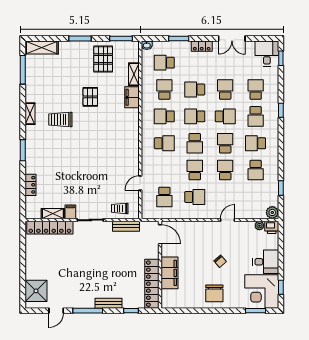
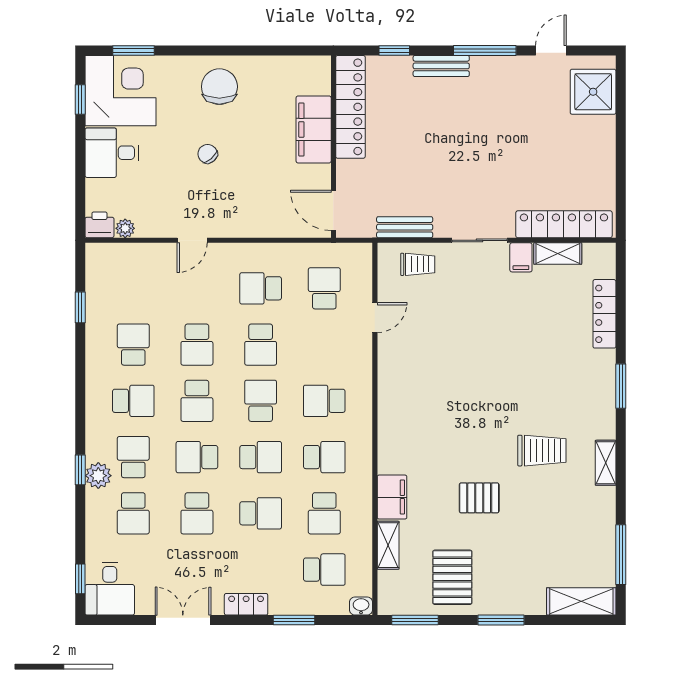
pallet: (90, 97) -> (479, 498), turned 90
locker: (31, 185) -> (604, 314), width x1.53
plant: (272, 212) -> (98, 476), moved

